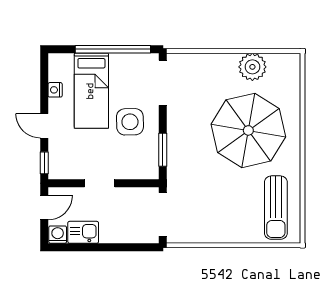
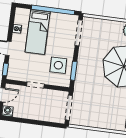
side table: (130, 122) -> (58, 65), moved
kitchen sink: (83, 232) -> (22, 112), removed

